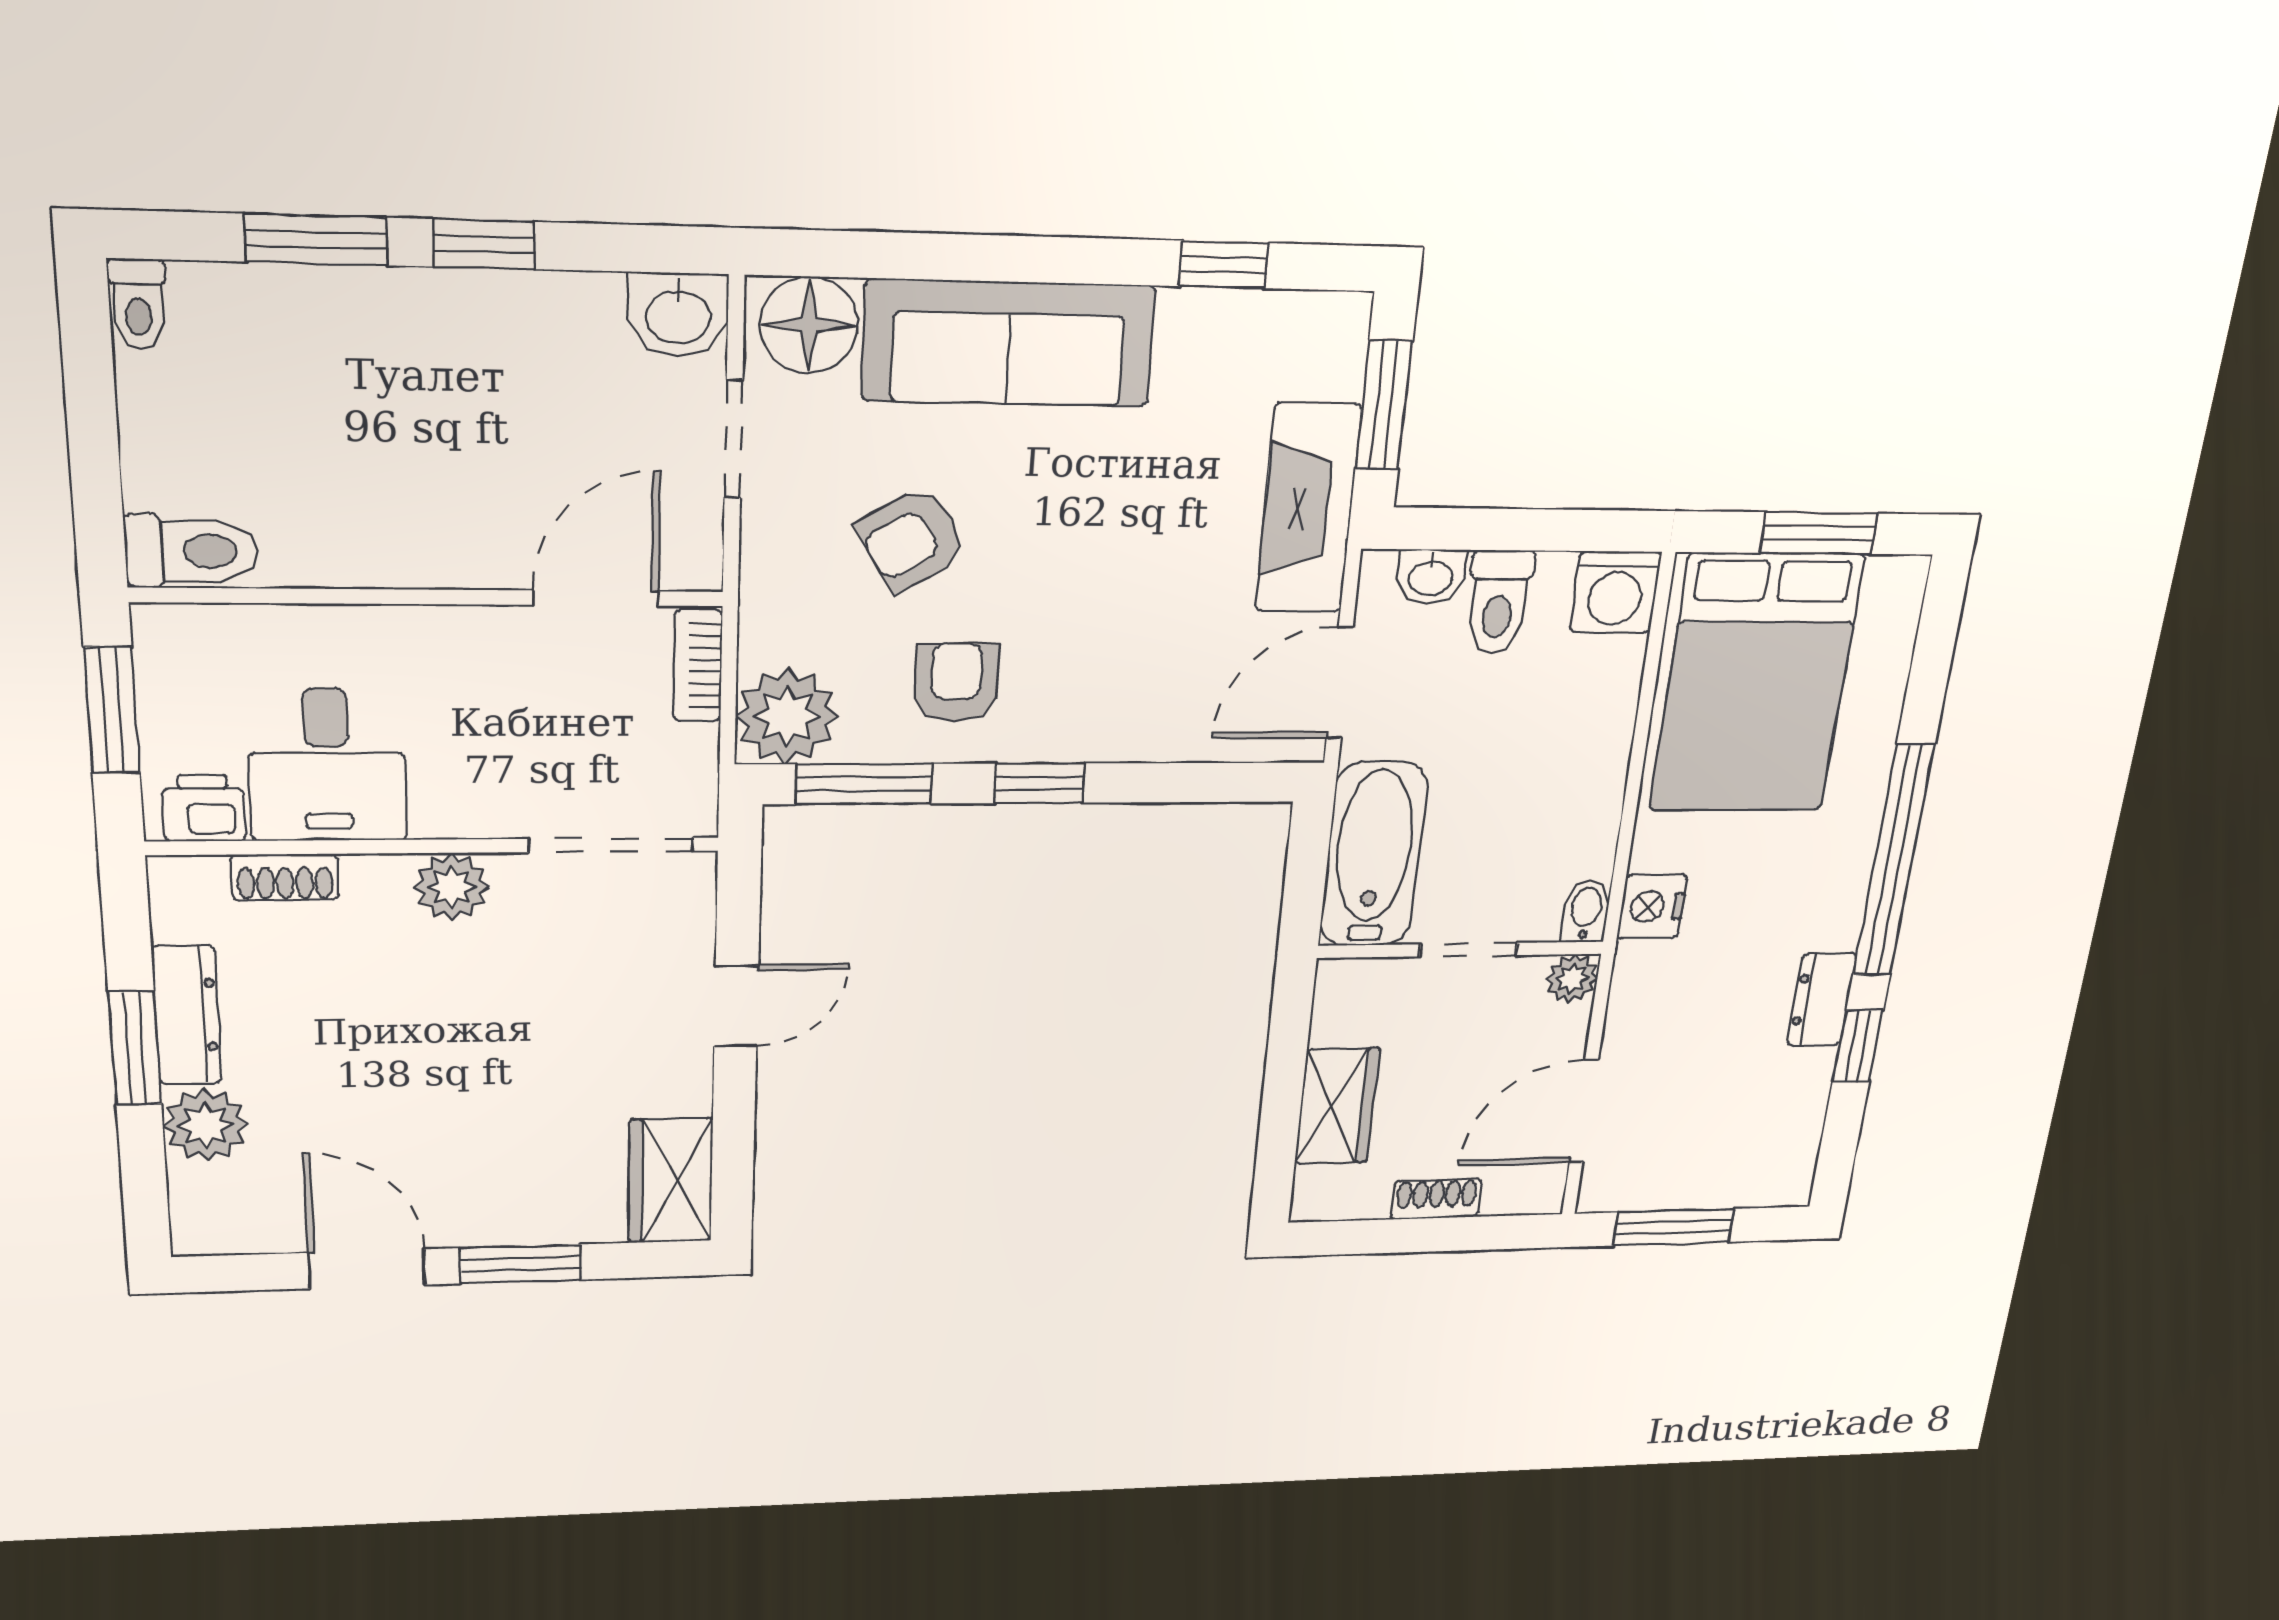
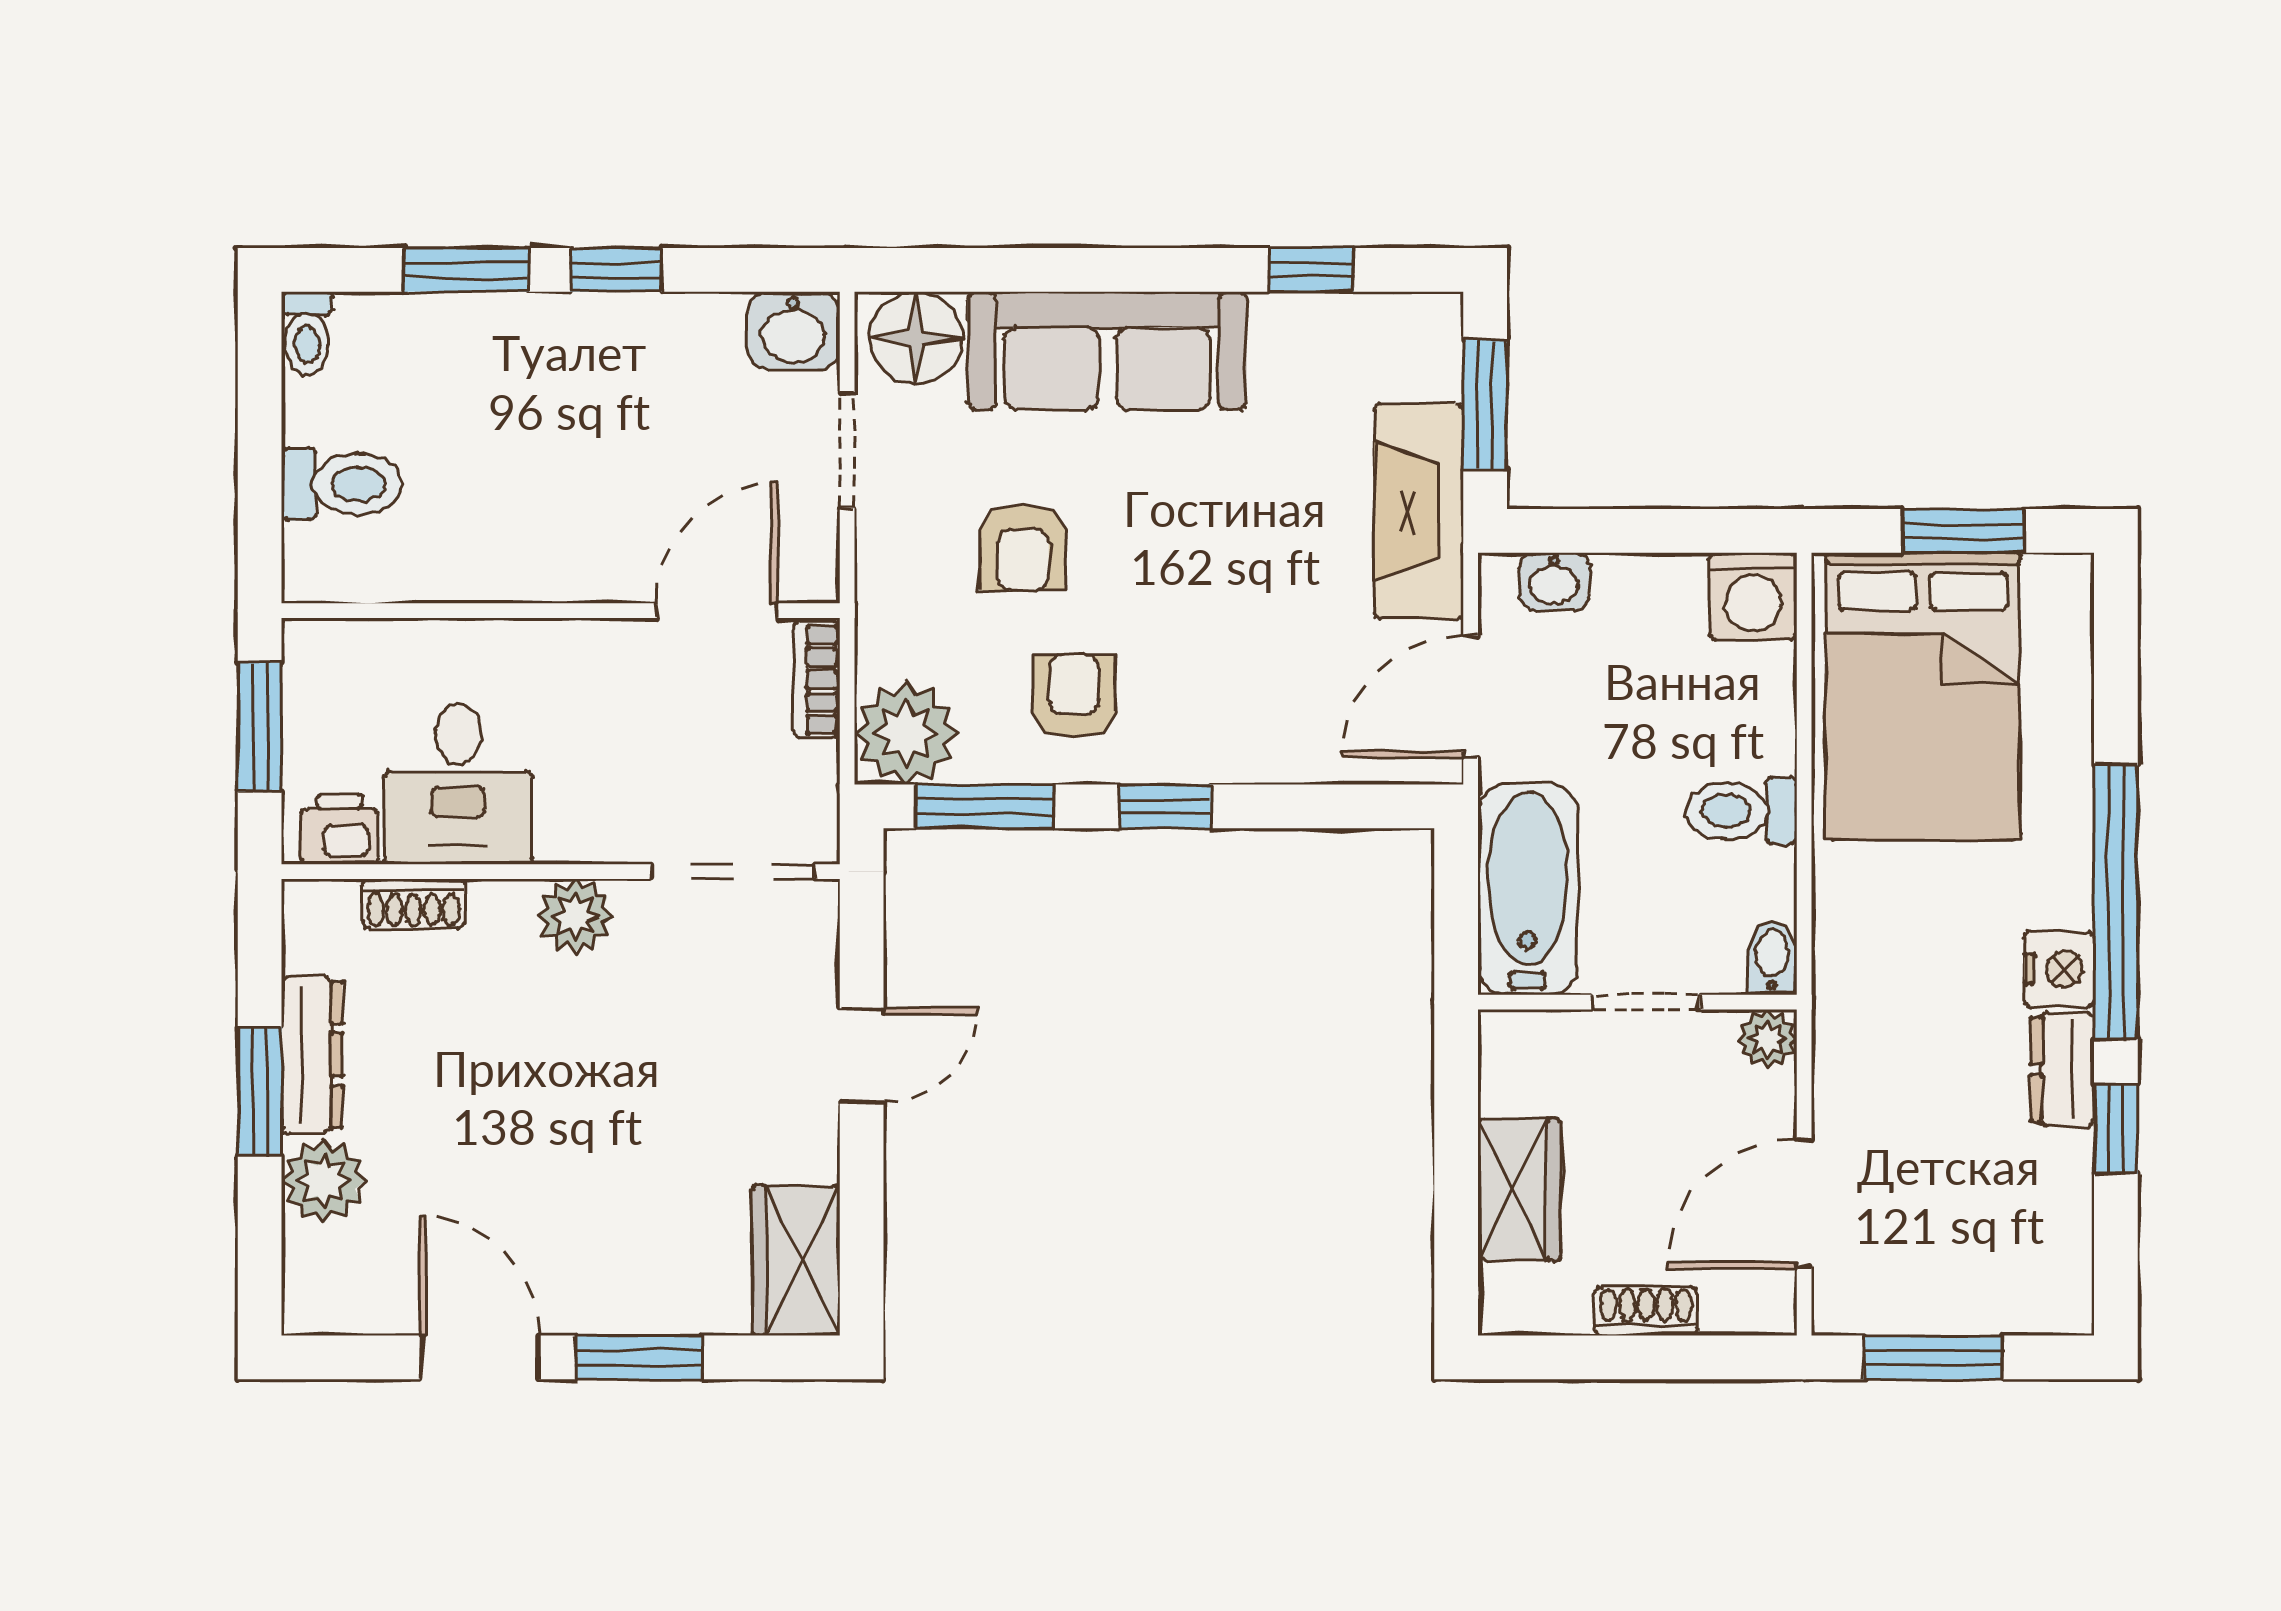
armchair: (912, 539) -> (1023, 548), turned -59
toilet: (192, 551) -> (342, 484), moved
toilet: (1498, 602) -> (1742, 811), moved, turned 90
nightstand: (1652, 907) -> (2059, 969), moved, turned 180

